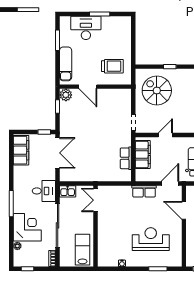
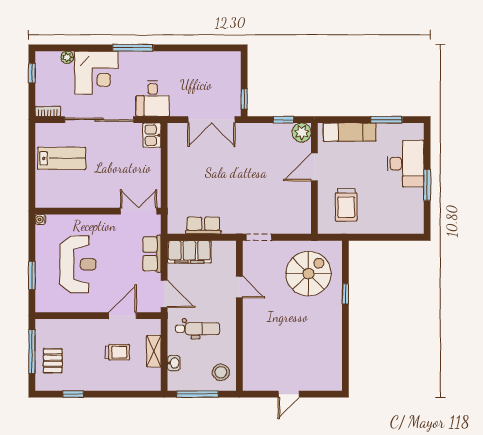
filing cabinet: (21, 150) -> (216, 63), removed
filing cabinet: (143, 154) -> (189, 252), moved
double door: (95, 200) -> (139, 211), moved
wall: (95, 226) -> (98, 211), moved

